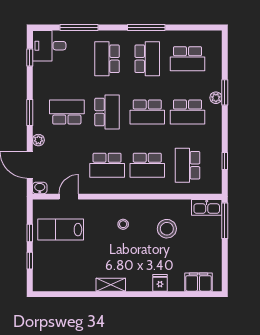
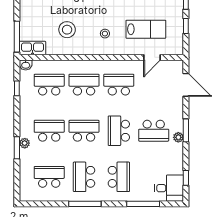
plant: (38, 140) -> (178, 137), moved
school desk: (187, 165) -> (49, 85), turned -90
washbasin: (40, 188) -> (26, 65), moved
lab bench: (61, 230) -> (146, 29), moved

